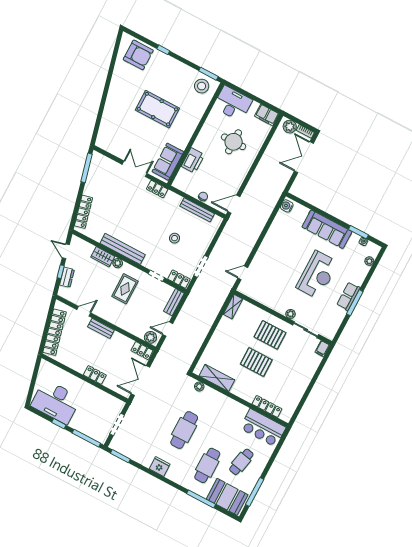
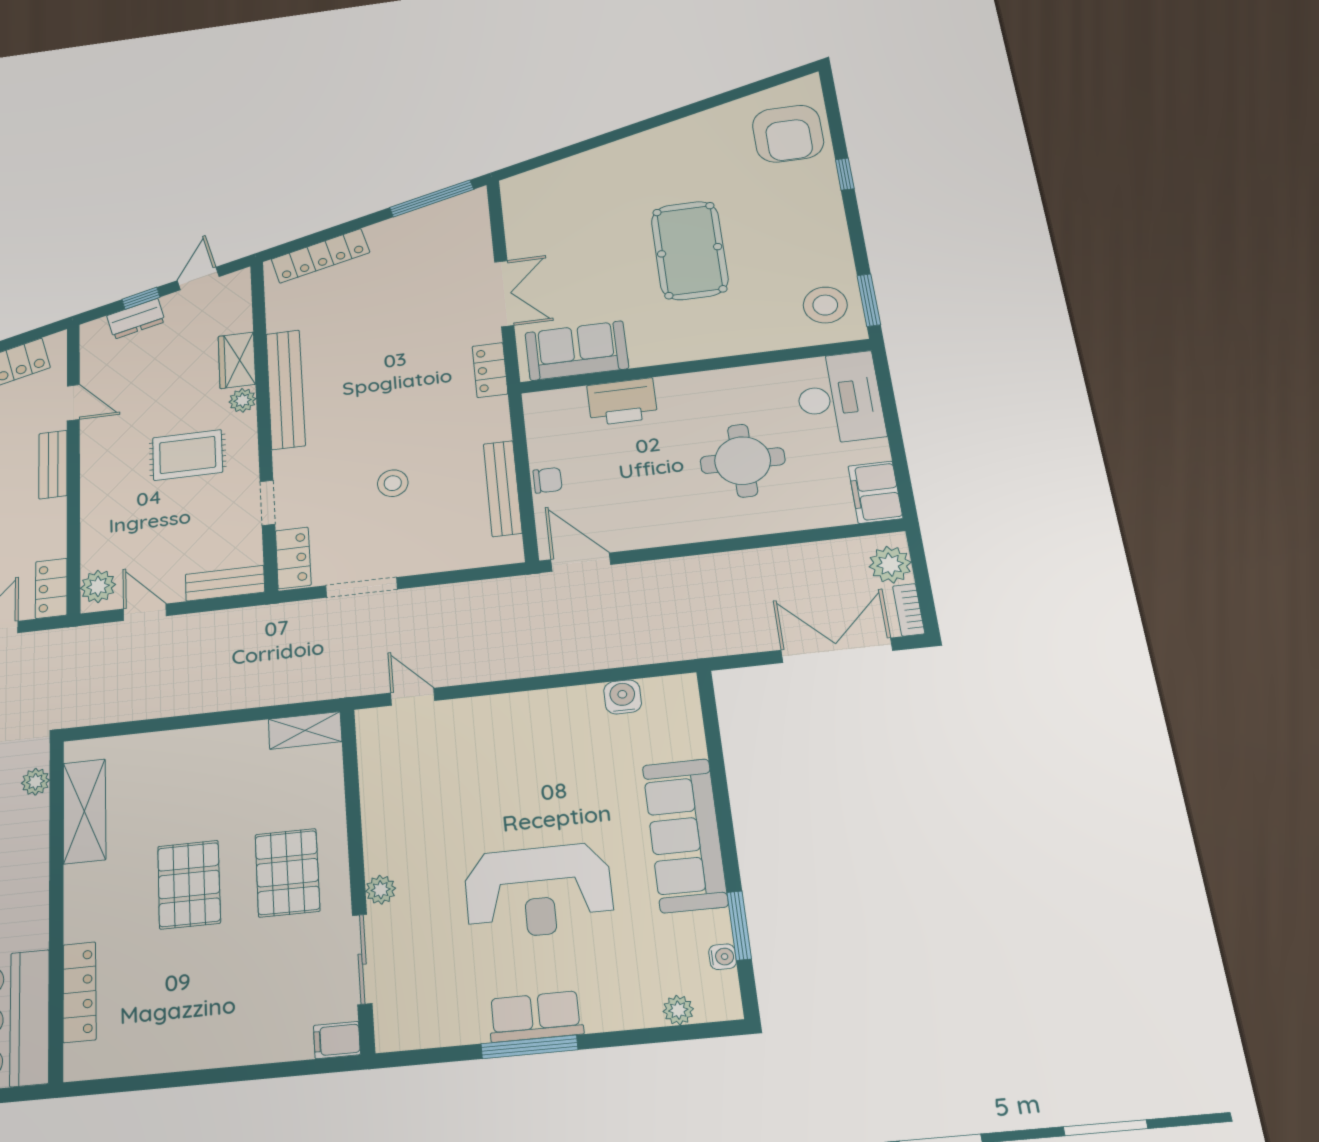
water cooler: (287, 206) -> (623, 697), moved

